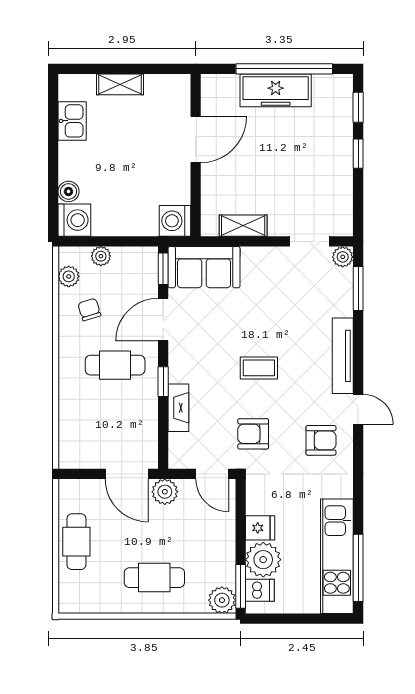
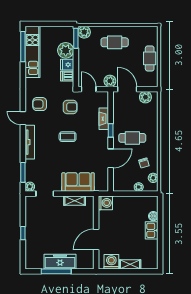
window: (284, 69) -> (56, 271), width x0.68
window: (358, 107) -> (23, 254), removed
kitchen sink: (72, 121) -> (152, 230), moved
washing machine: (74, 220) -> (111, 262), moved, turned 90
sofa: (204, 267) -> (78, 182), moved
window: (163, 269) -> (111, 181), removed
plant: (86, 456) -> (145, 97), added
dishwasher: (260, 590) -> (67, 76), moved

